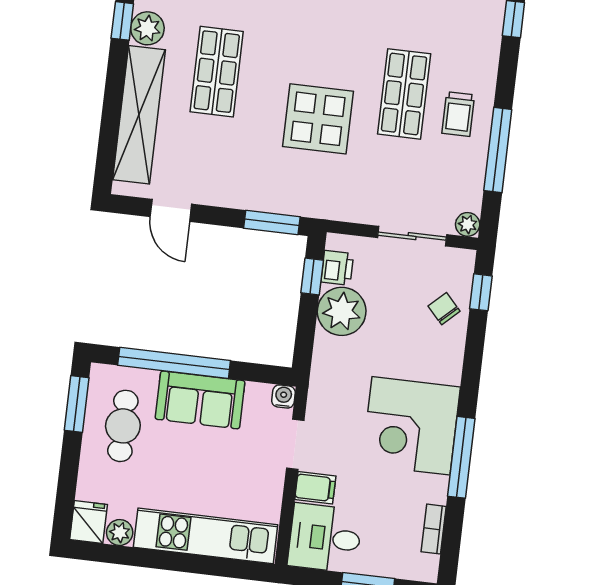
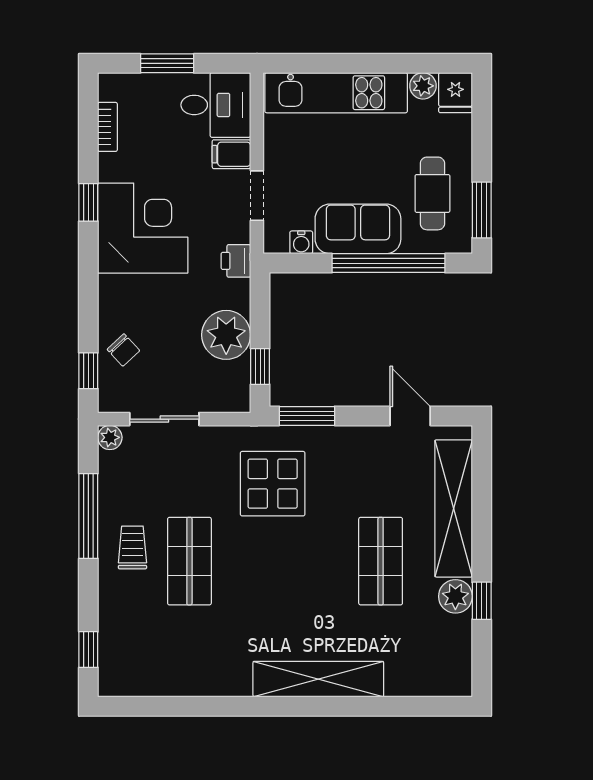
display table: (318, 119) -> (273, 484), moved
printer: (337, 268) -> (236, 261), moved
water cooler: (283, 396) -> (301, 242), moved
window: (461, 457) -> (88, 202), width x0.46

